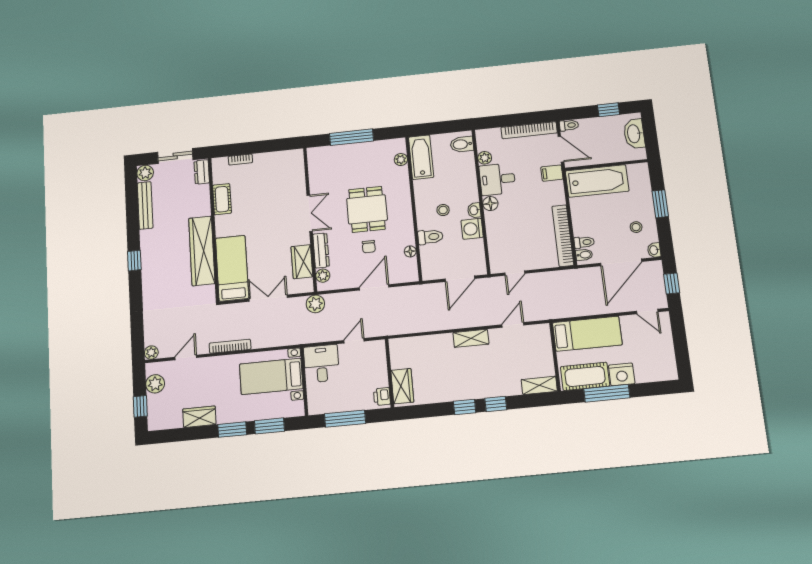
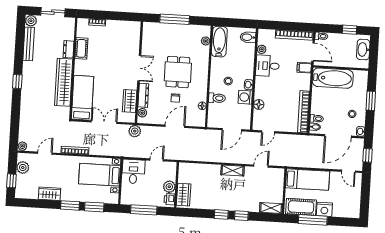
dresser: (202, 172) -> (68, 49), moved
floor lamp: (490, 204) -> (259, 104), moved
plant: (379, 378) -> (169, 187), added

